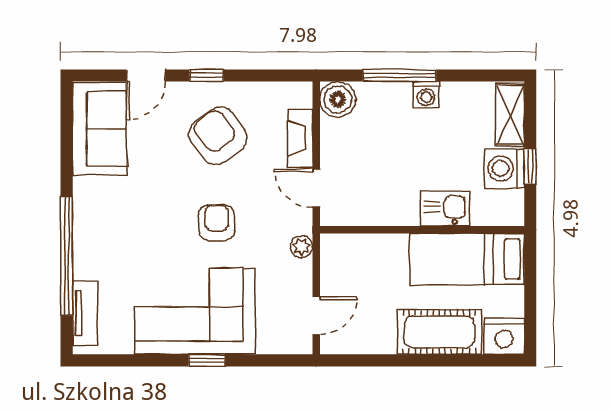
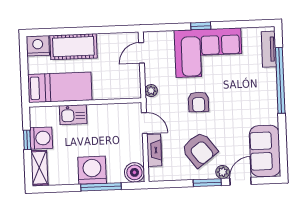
window: (207, 75) -> (207, 183), width x1.50
plant: (178, 94) -> (223, 172), added
washing machine: (426, 95) -> (92, 170), width x1.89, depth x1.89

